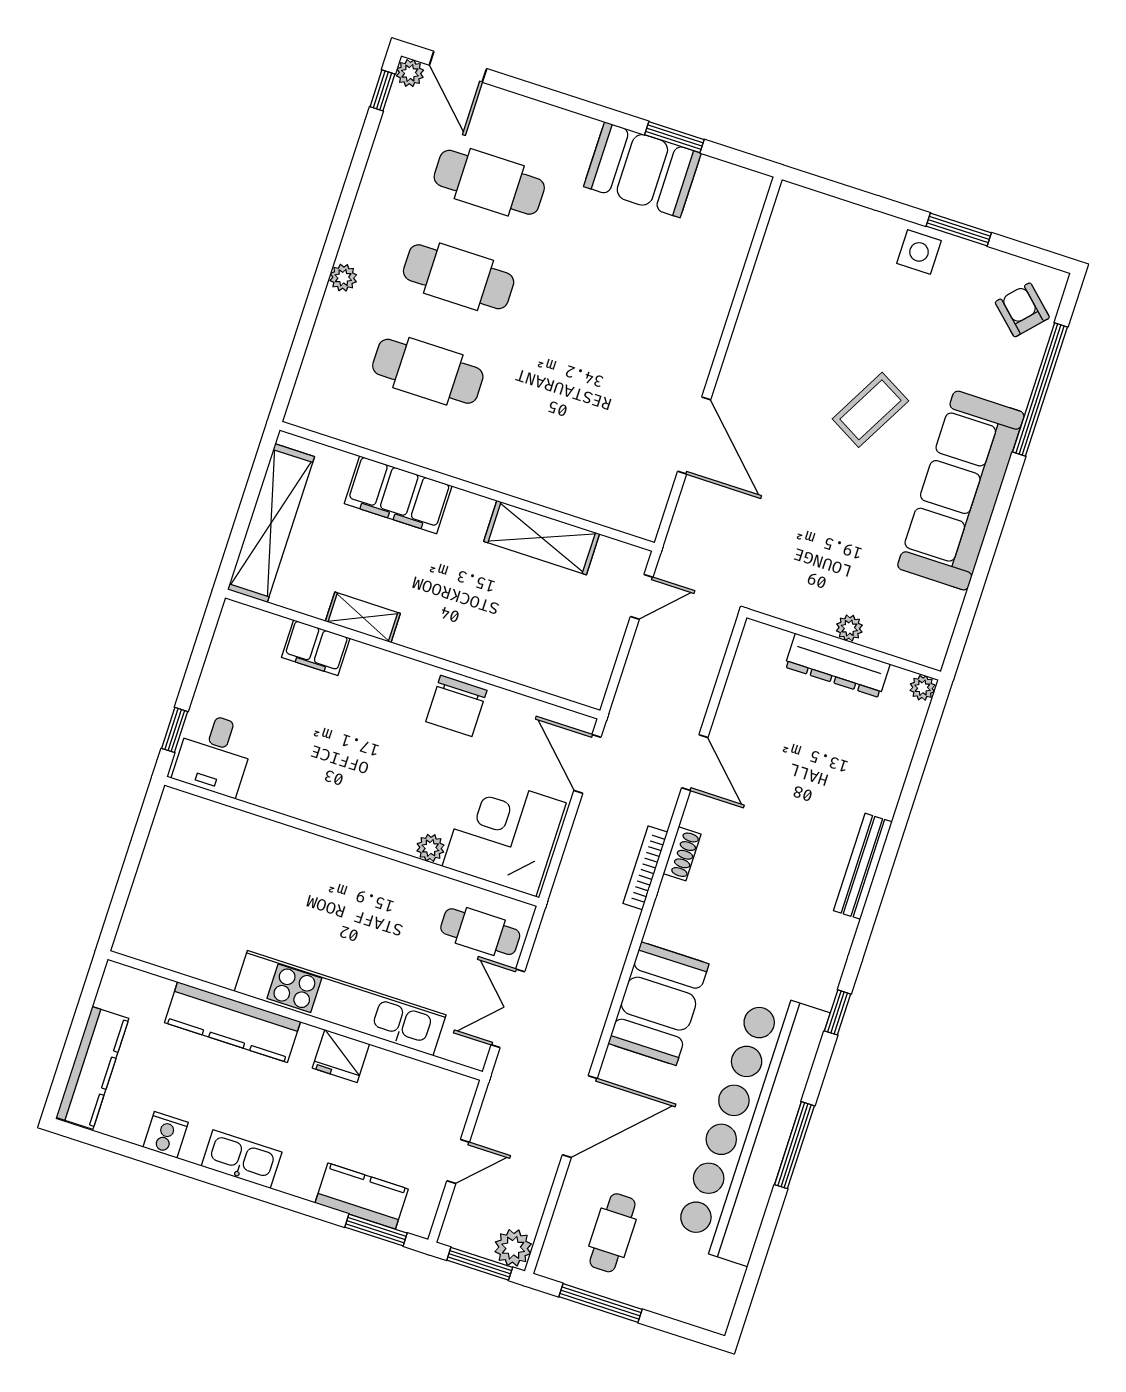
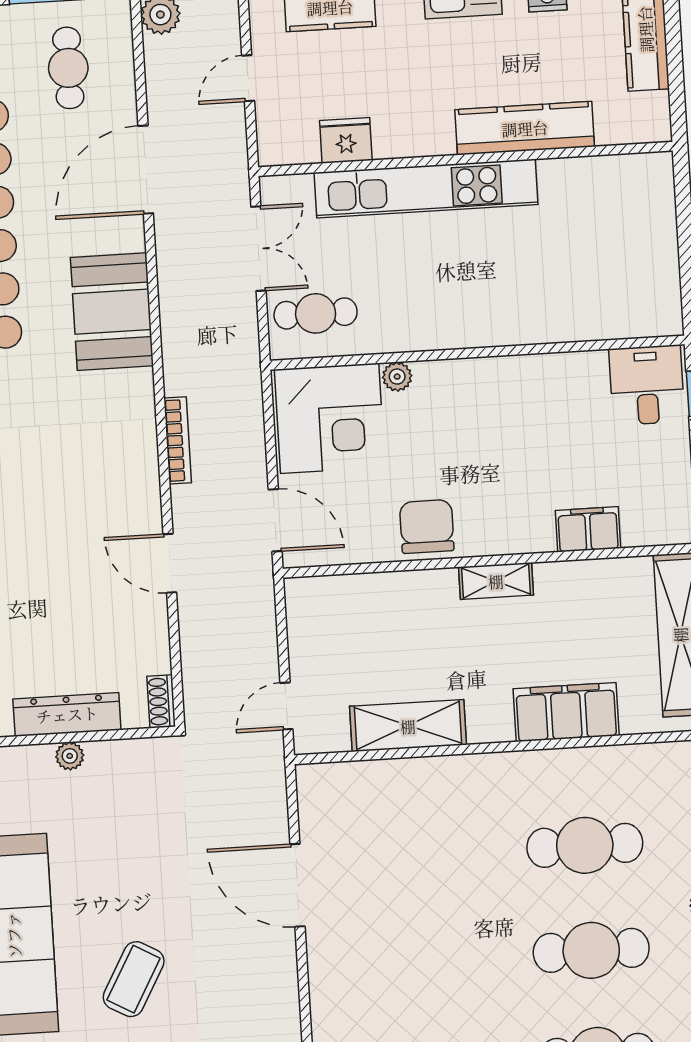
shelving: (363, 617) -> (496, 581), moved
shoe rack: (682, 854) -> (161, 701), moved
fridge: (341, 1056) -> (346, 140), moved

